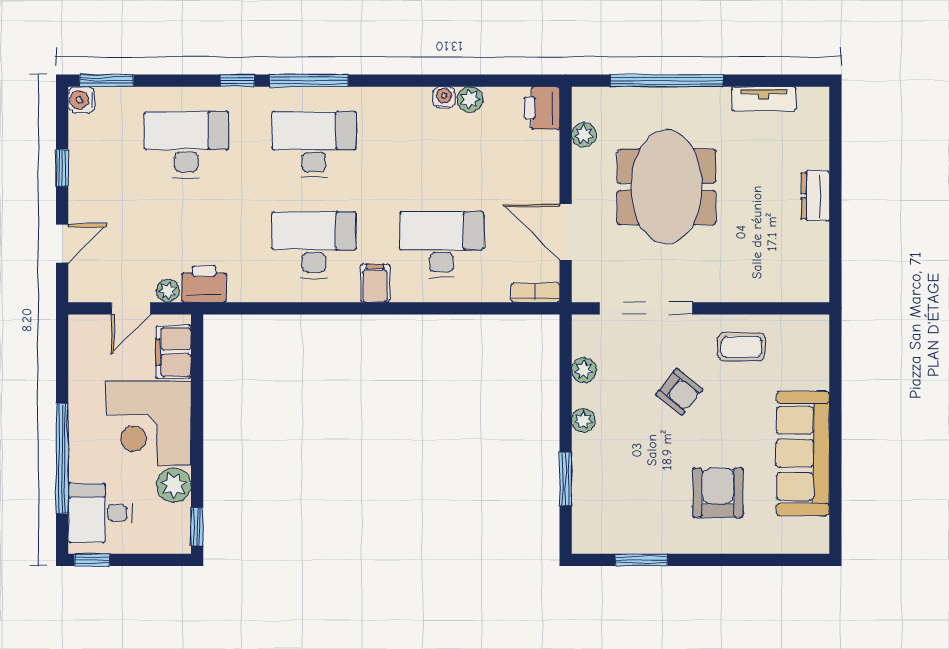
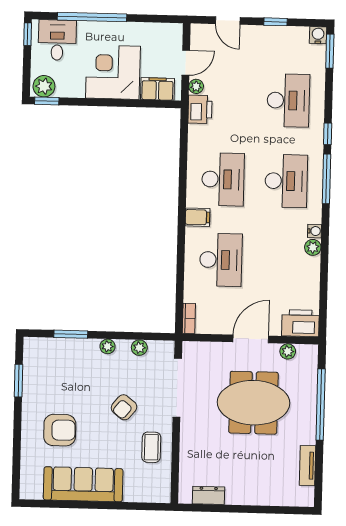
water cooler: (444, 97) -> (315, 231), moved
plant: (470, 99) -> (313, 247), moved
printer: (542, 108) -> (300, 323), width x1.37, depth x1.19
dresser: (815, 196) -> (209, 495), moved
door: (566, 232) -> (251, 339), moved
door: (131, 308) -> (186, 63), swing flipped
plant: (174, 485) -> (44, 86), moved

